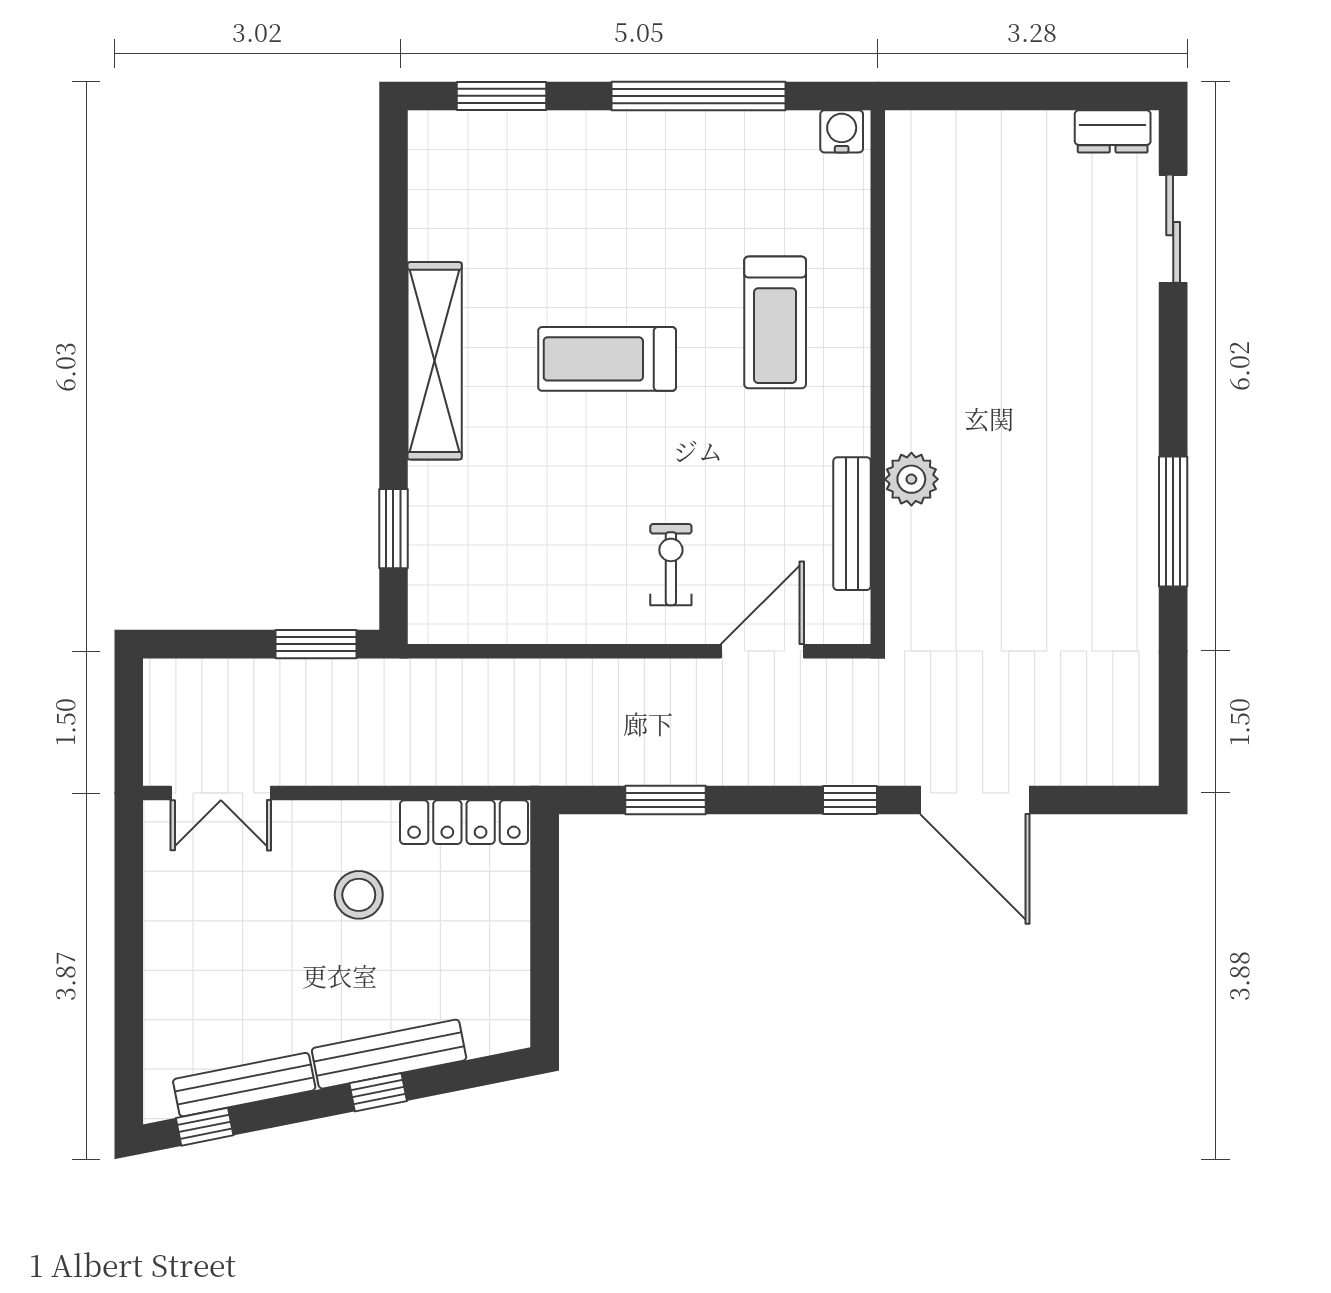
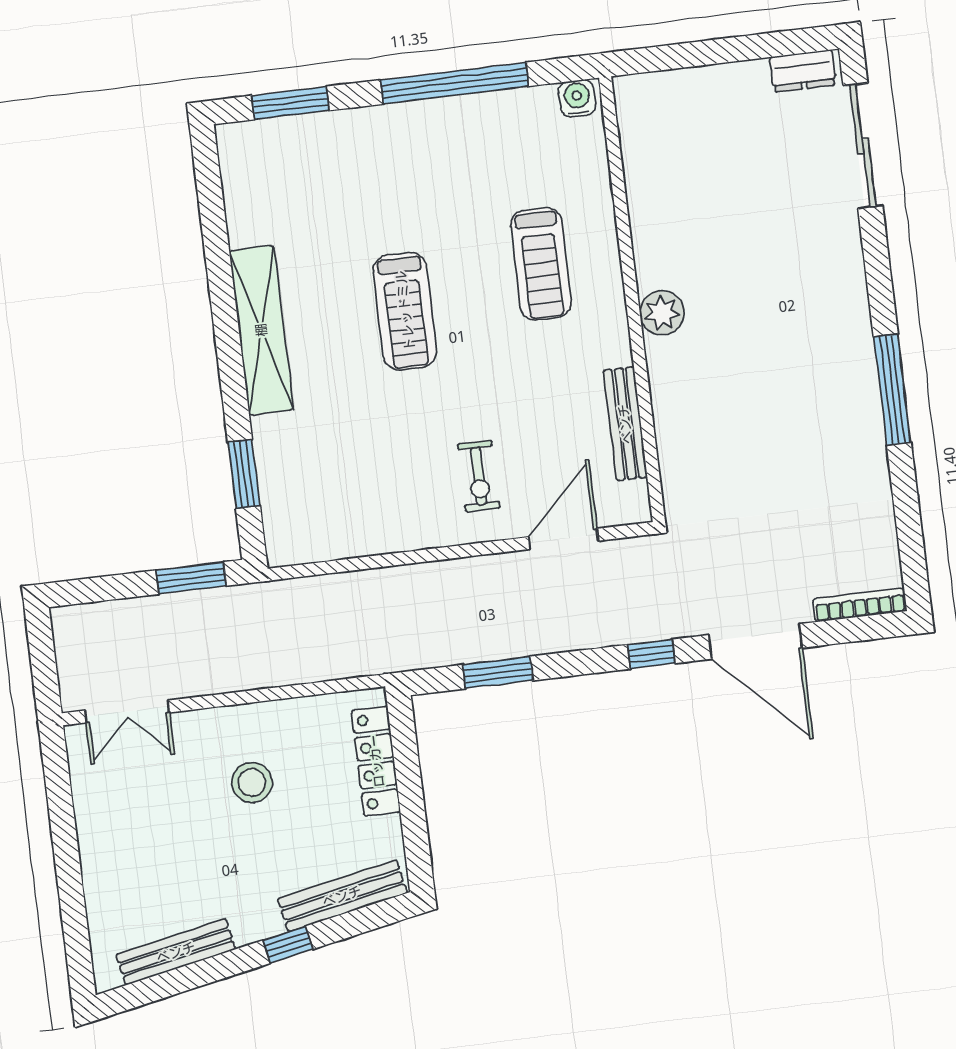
sliding door: (1173, 229) -> (863, 146), width x1.37
treadmill: (607, 359) -> (405, 311), turned -90
plant: (911, 479) -> (662, 313), moved
exercise bike: (671, 565) -> (479, 476), turned 180
bookcase: (1104, 772) -> (860, 605), added
locker: (464, 822) -> (376, 761), moved, turned 90
bench: (389, 1054) -> (342, 896), moved
window: (205, 1127) -> (147, 991), removed

